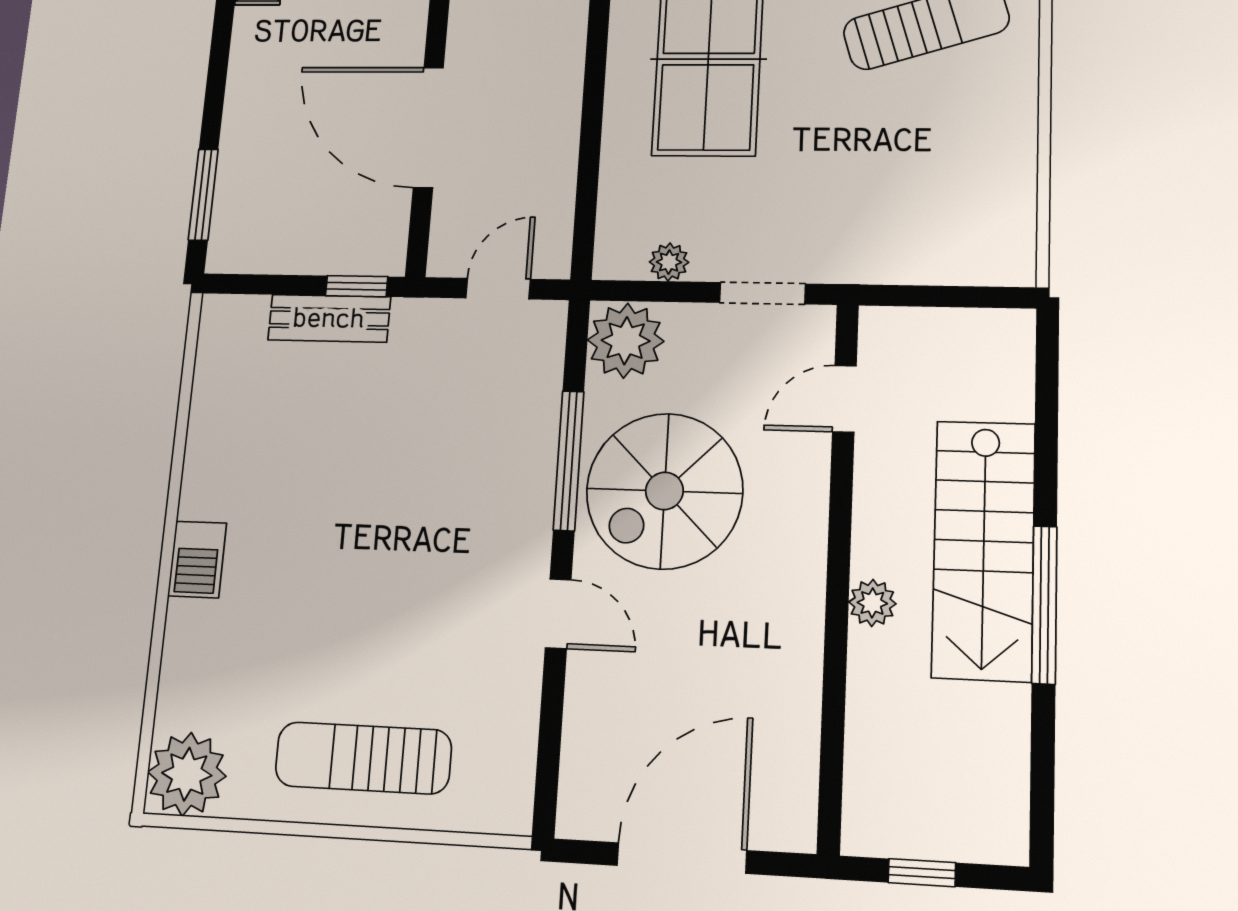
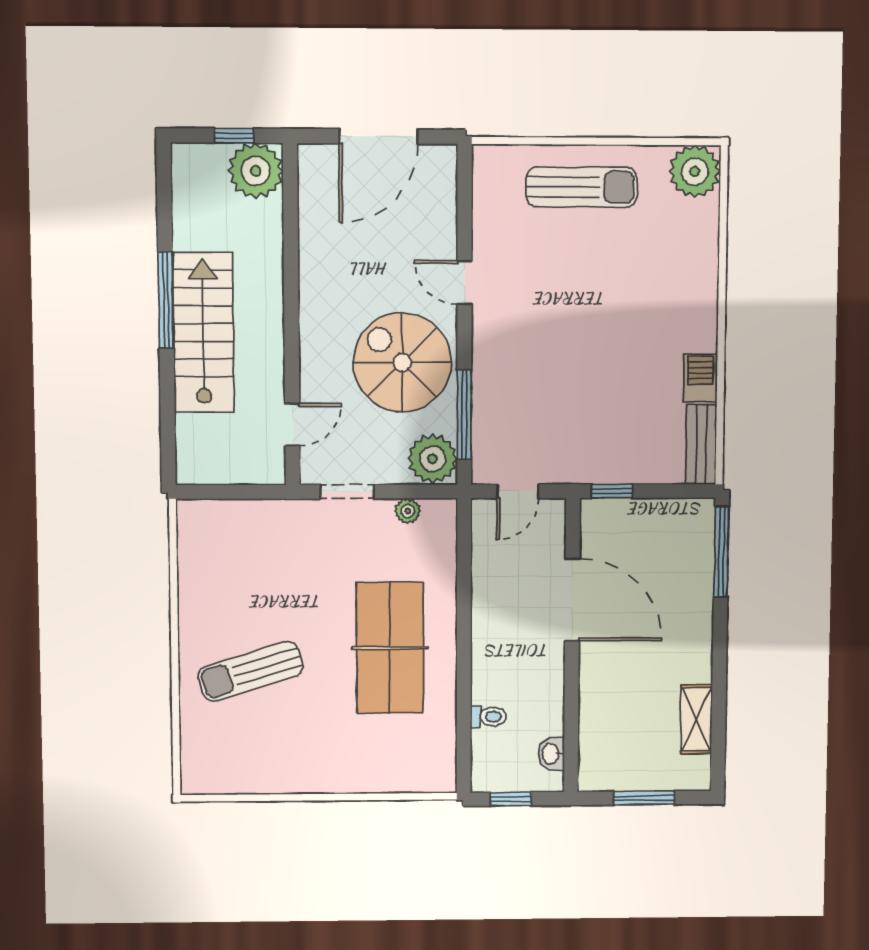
window: (203, 195) -> (721, 552), width x1.44
bench: (329, 318) -> (701, 444), moved, turned 90
window: (569, 460) -> (464, 415), moved
spiral stairs: (664, 491) -> (402, 362), turned -90
barbecue: (197, 559) -> (700, 378), moved
plant: (872, 603) -> (256, 171), moved, width x1.87, depth x1.87

